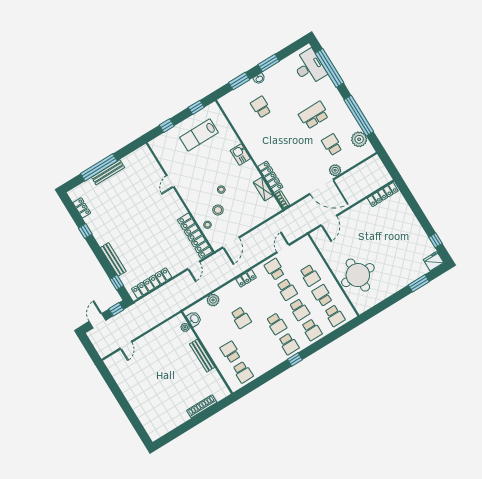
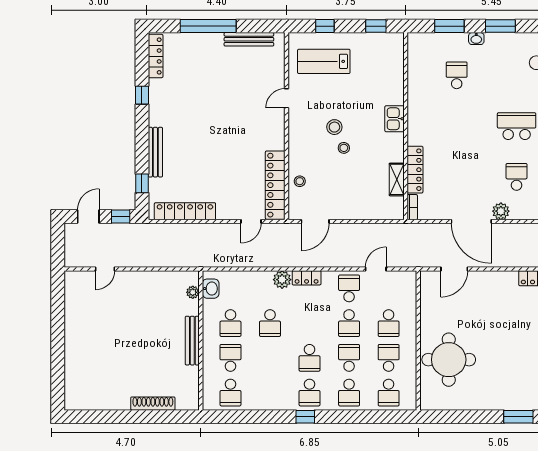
lab bench: (199, 135) -> (324, 61), moved
bench: (108, 172) -> (249, 39), moved
locker: (82, 208) -> (156, 56), width x1.53
stool: (218, 210) -> (334, 127), moved
plant: (213, 300) -> (282, 280), moved
school desk: (299, 310) -> (349, 358), turned 180
school desk: (218, 332) -> (230, 323), added

